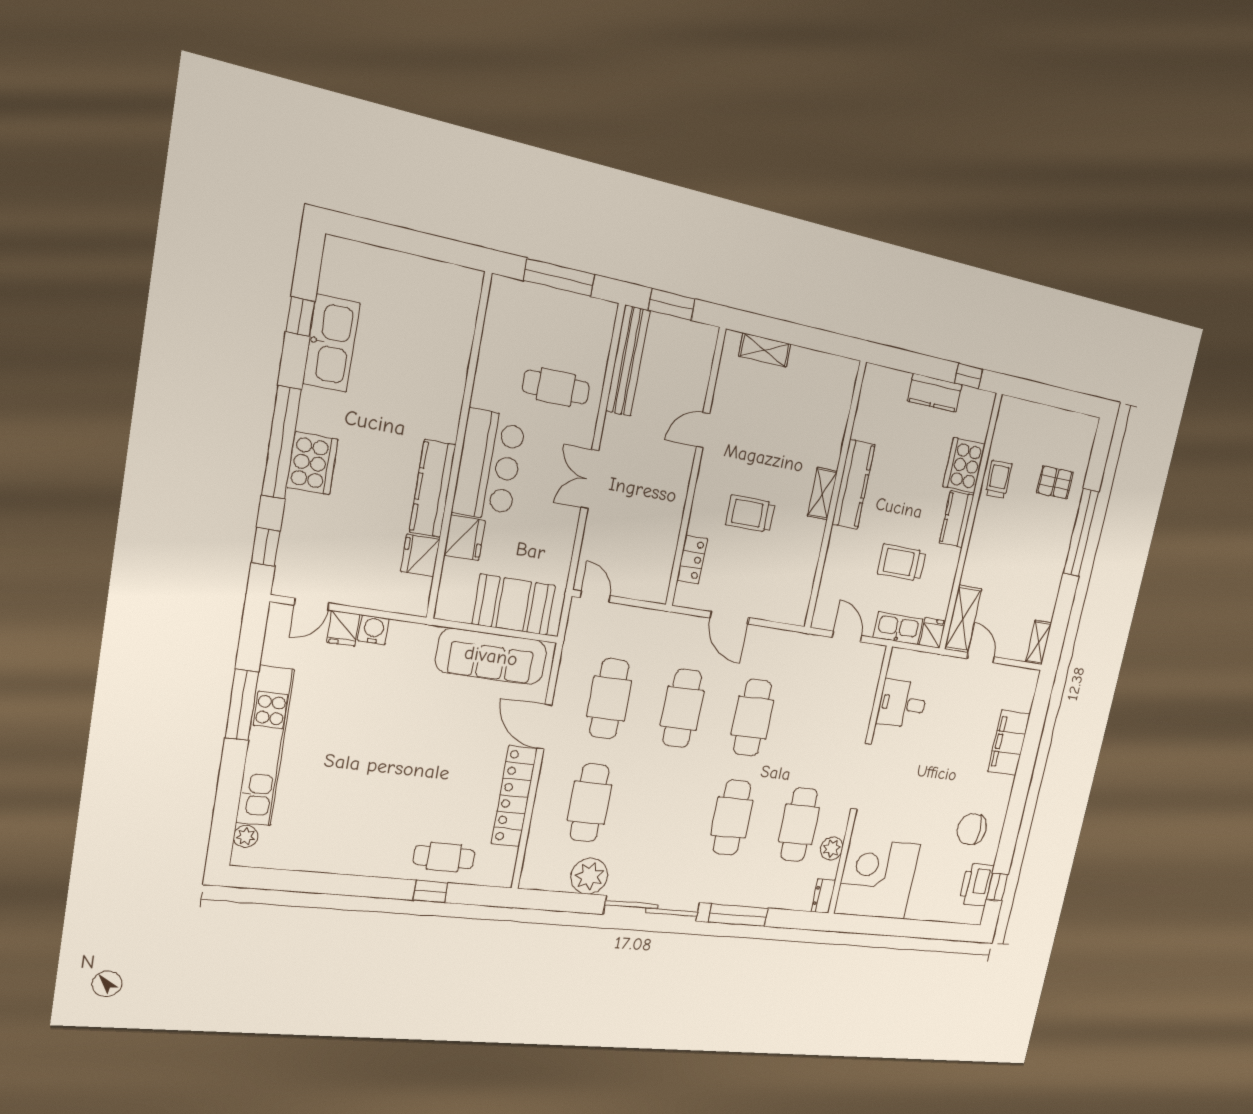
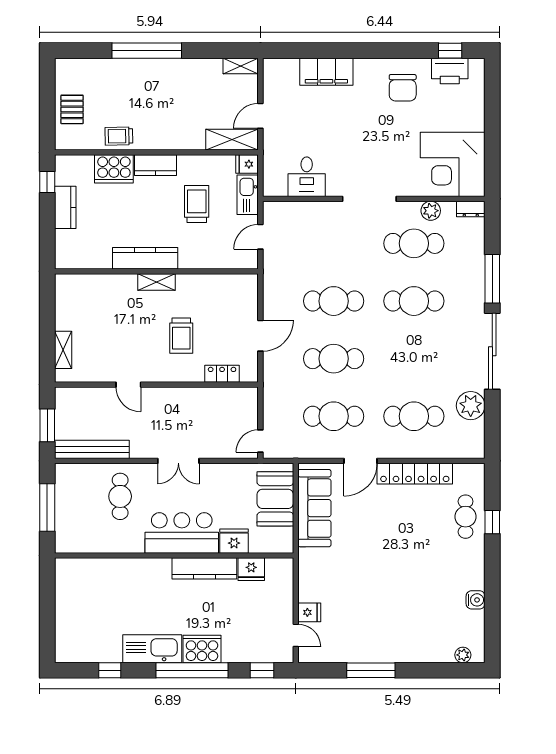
kitchen sink: (331, 343) -> (152, 649), moved
pallet: (1055, 482) -> (72, 109), moved
trolley: (902, 563) -> (197, 204), turned 180
water cooler: (374, 630) -> (476, 600), moved, turned 180
kitchen unit: (265, 746) -> (398, 651), removed

